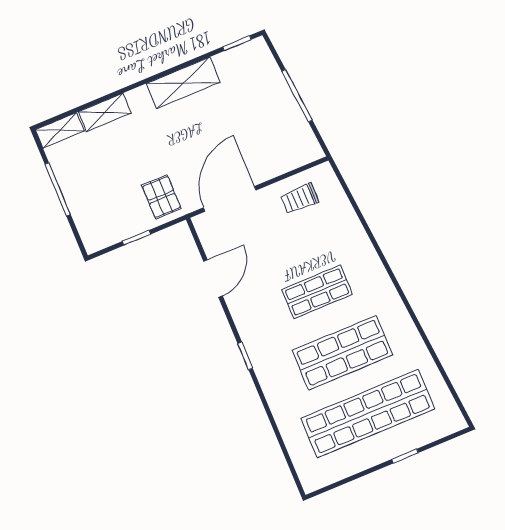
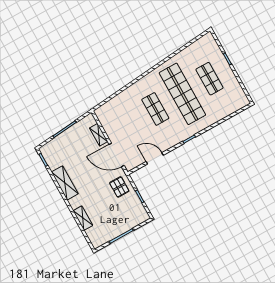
shelving: (60, 130) -> (99, 135), moved
pallet: (161, 197) -> (119, 187), turned 90
trolley: (300, 198) -> (113, 122), removed
shop shelf: (342, 353) -> (182, 94), width x1.40
shop shelf: (368, 414) -> (210, 79), width x0.50, depth x0.74

